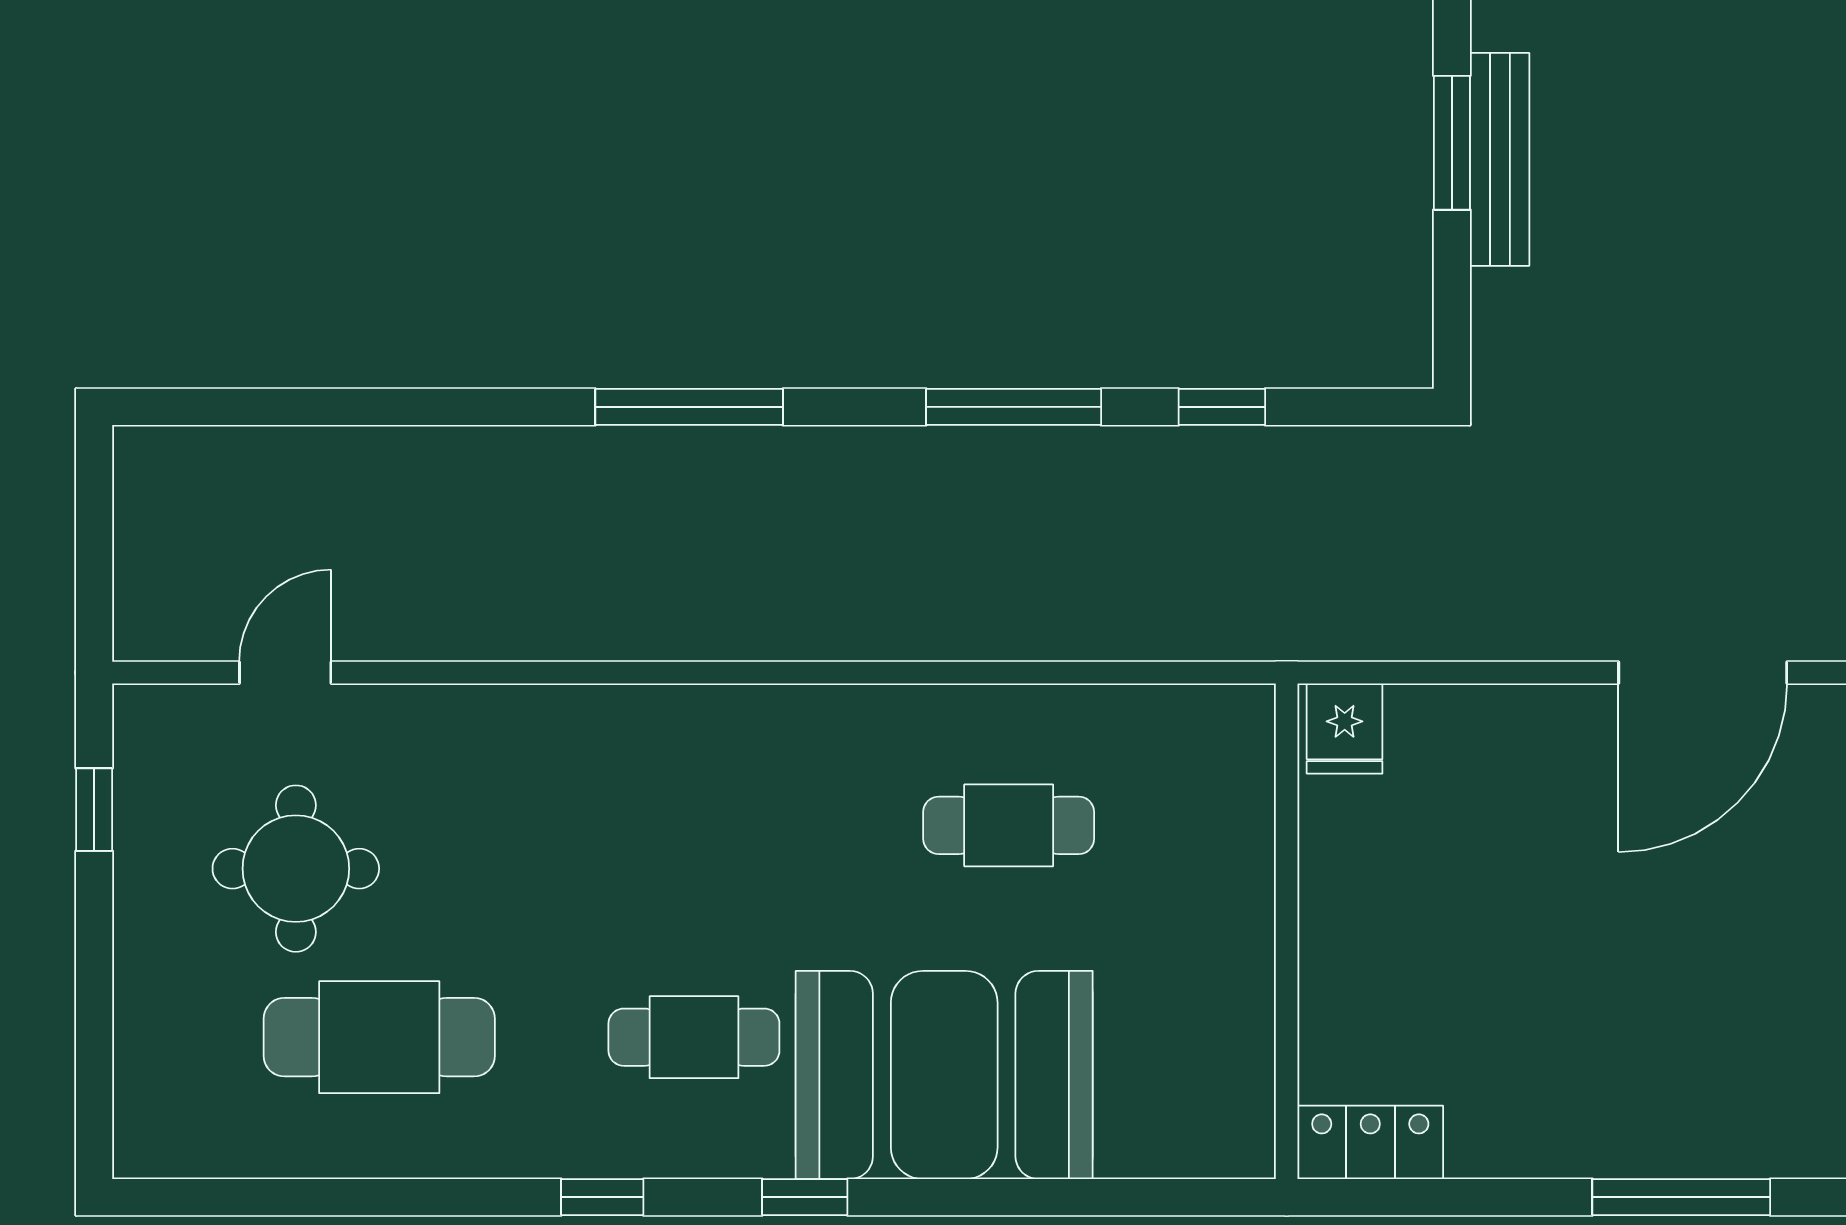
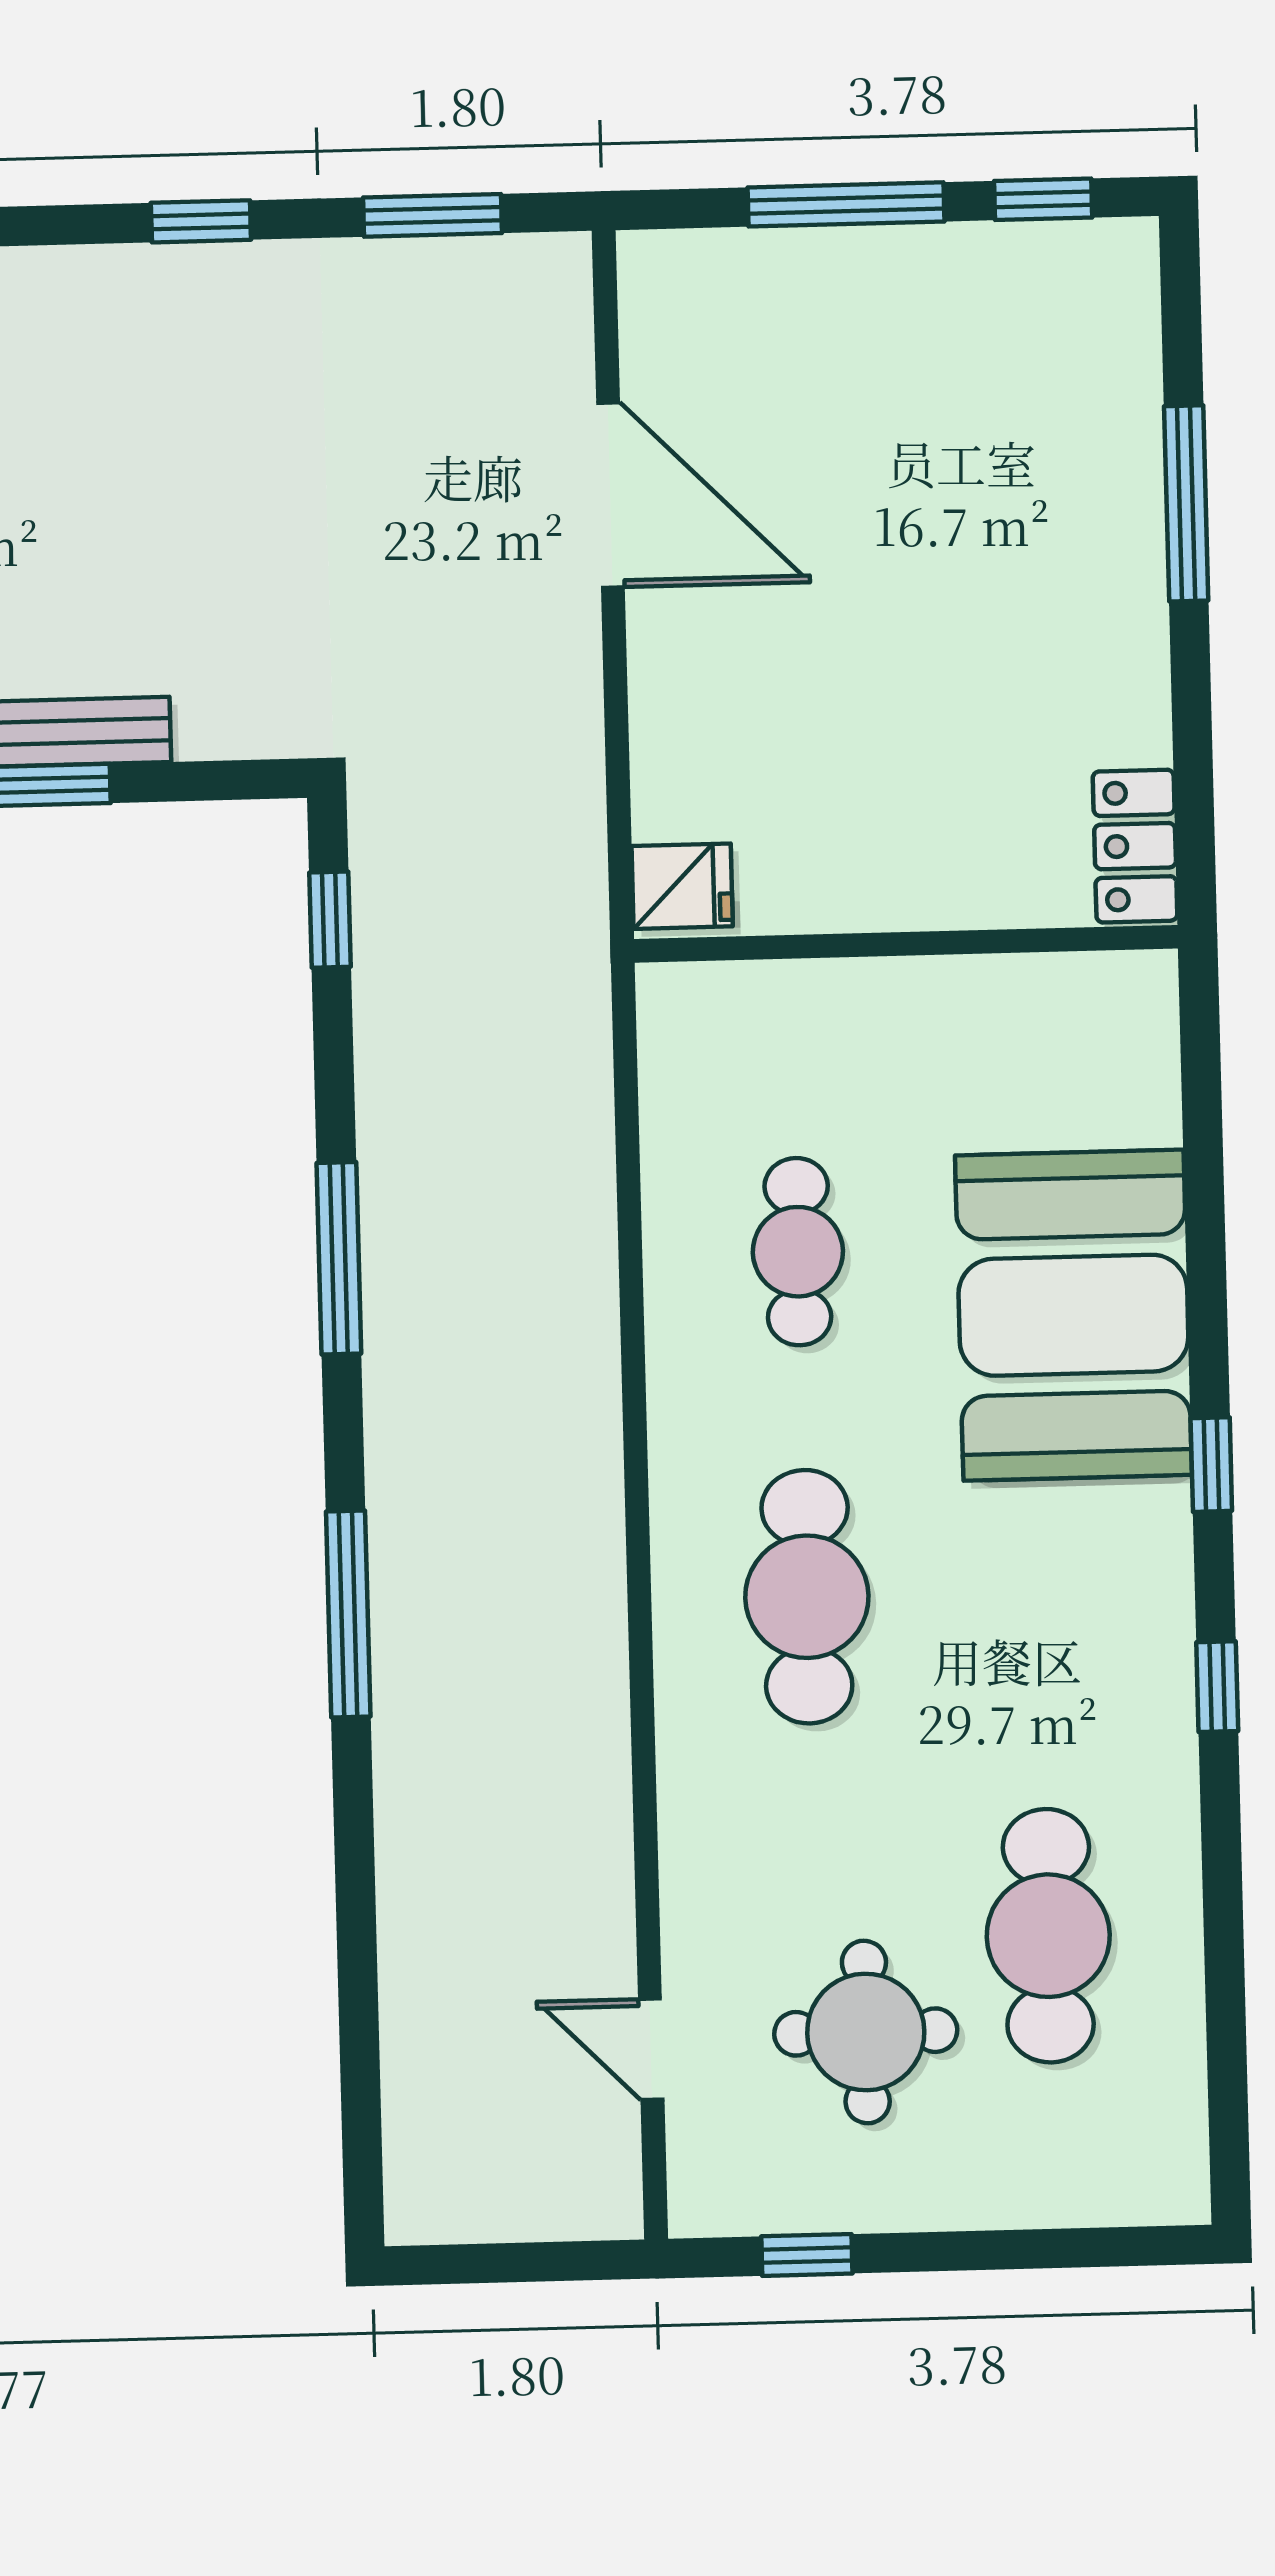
window: (1222, 407) -> (330, 920), moved
cafe table: (694, 1037) -> (807, 1597), moved, width x1.37, depth x1.35

